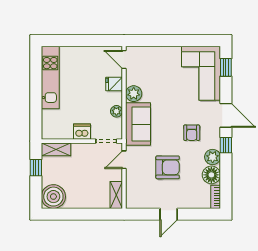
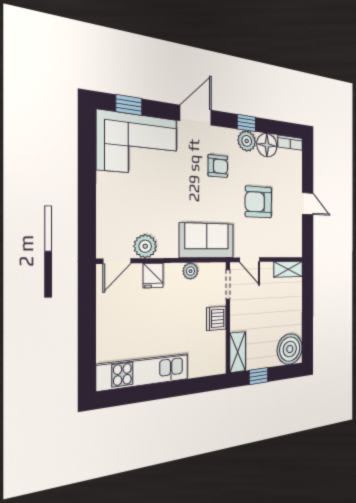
plant: (134, 94) -> (145, 246), moved
window: (226, 145) -> (246, 123), moved
armchair: (168, 167) -> (258, 202), turned -90

